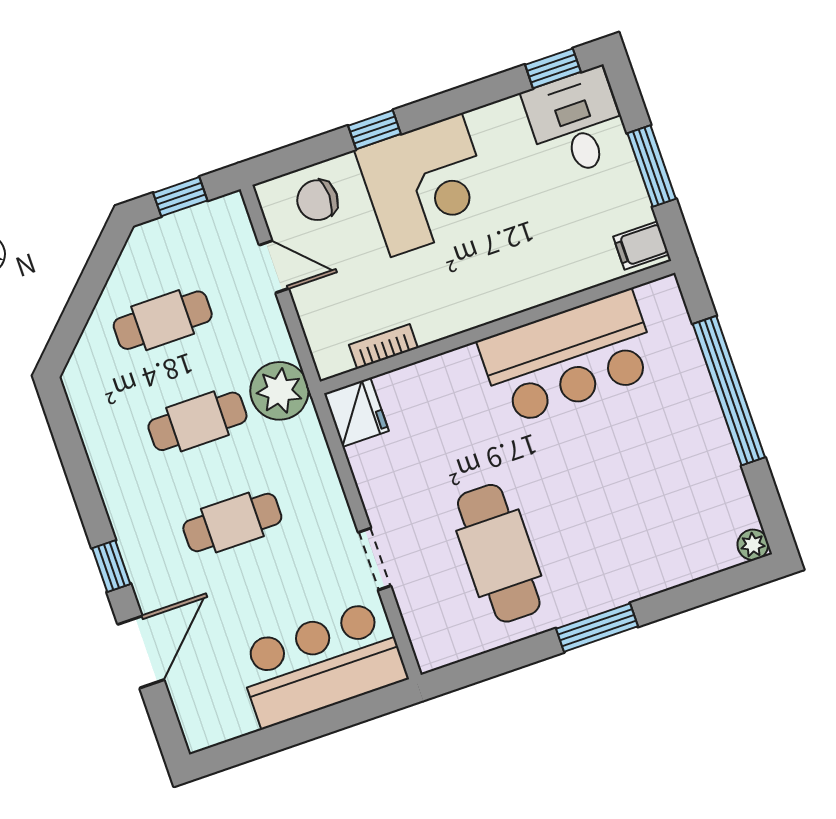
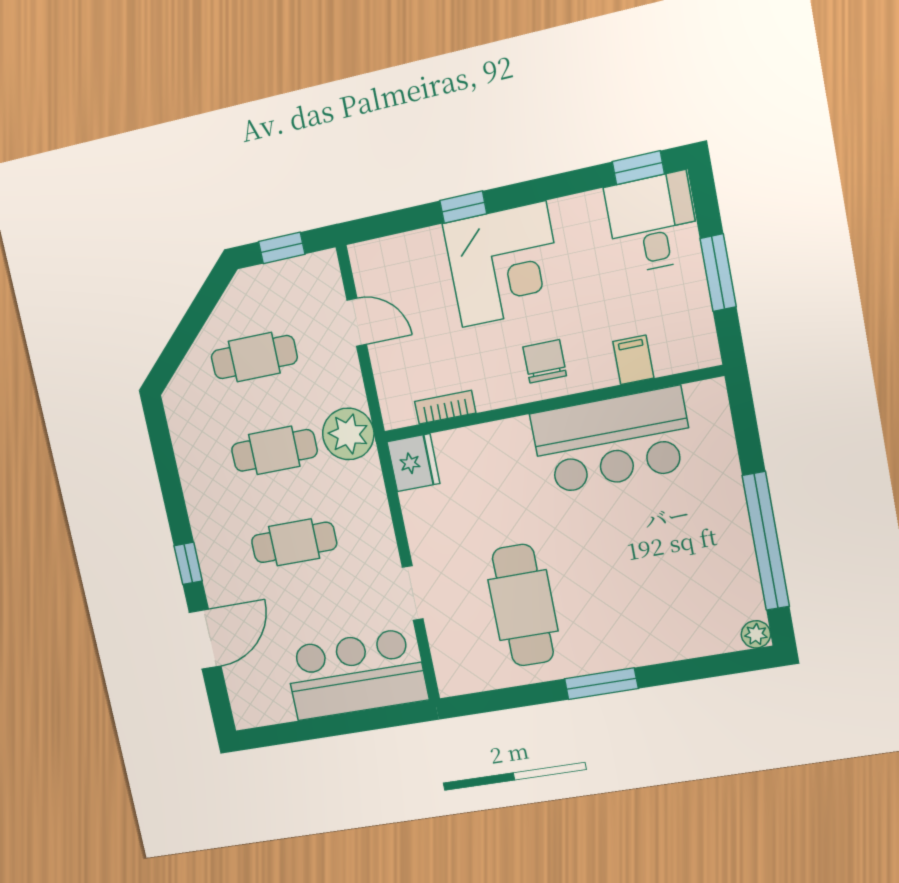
chair: (317, 200) -> (545, 361), moved, turned 90
filing cabinet: (641, 246) -> (633, 360), moved, turned 90
window: (729, 391) -> (766, 541), moved

